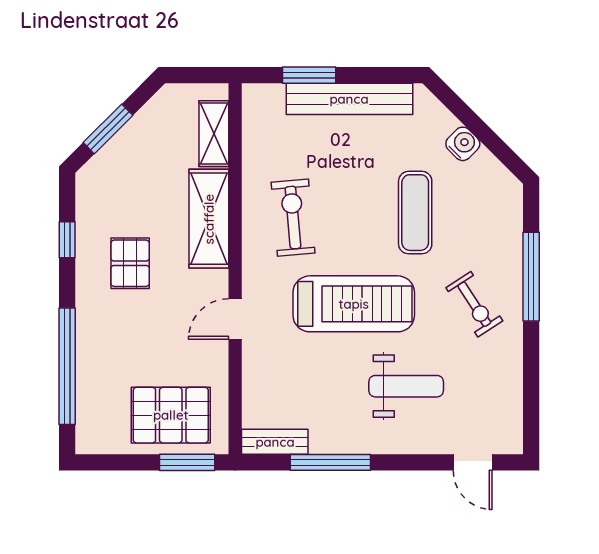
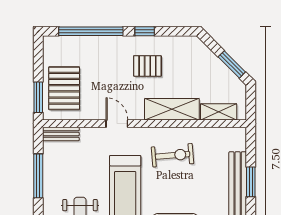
window: (309, 75) -> (251, 182), moved
window: (108, 129) -> (232, 64), moved
window: (67, 240) -> (145, 31), moved
bench: (275, 442) -> (61, 134), moved, turned 90

